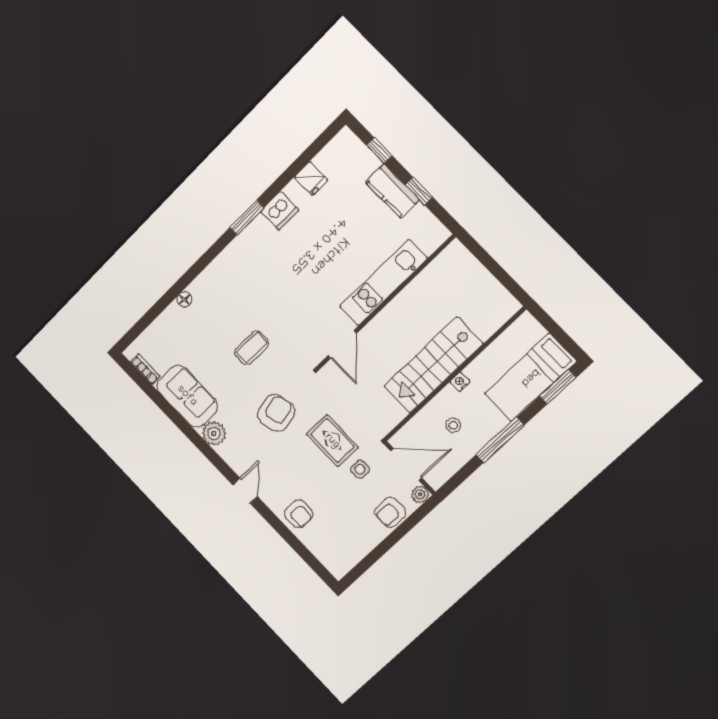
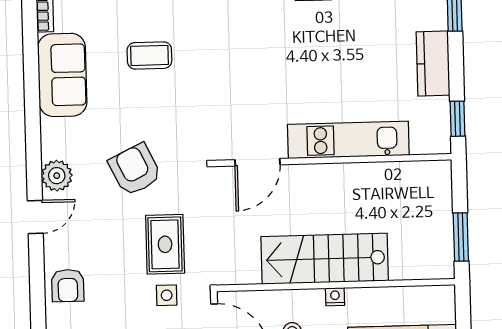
window: (419, 191) -> (458, 119), moved
window: (504, 278) -> (461, 237), added
coffee table: (252, 348) -> (149, 55), moved
armchair: (276, 413) -> (135, 170), turned -103
plant: (214, 433) -> (57, 176), moved

